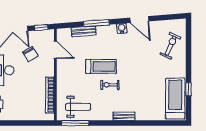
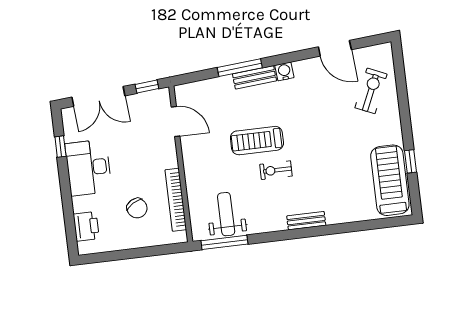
door: (139, 20) -> (335, 48), moved
bench: (84, 31) -> (254, 77), moved
chair: (30, 54) -> (137, 208), moved
treadmill: (101, 66) -> (257, 141), turned 180
weight bench: (78, 107) -> (226, 214), turned -90

